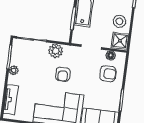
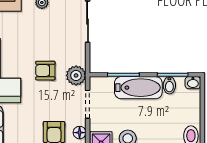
plant: (56, 51) -> (76, 75), moved

